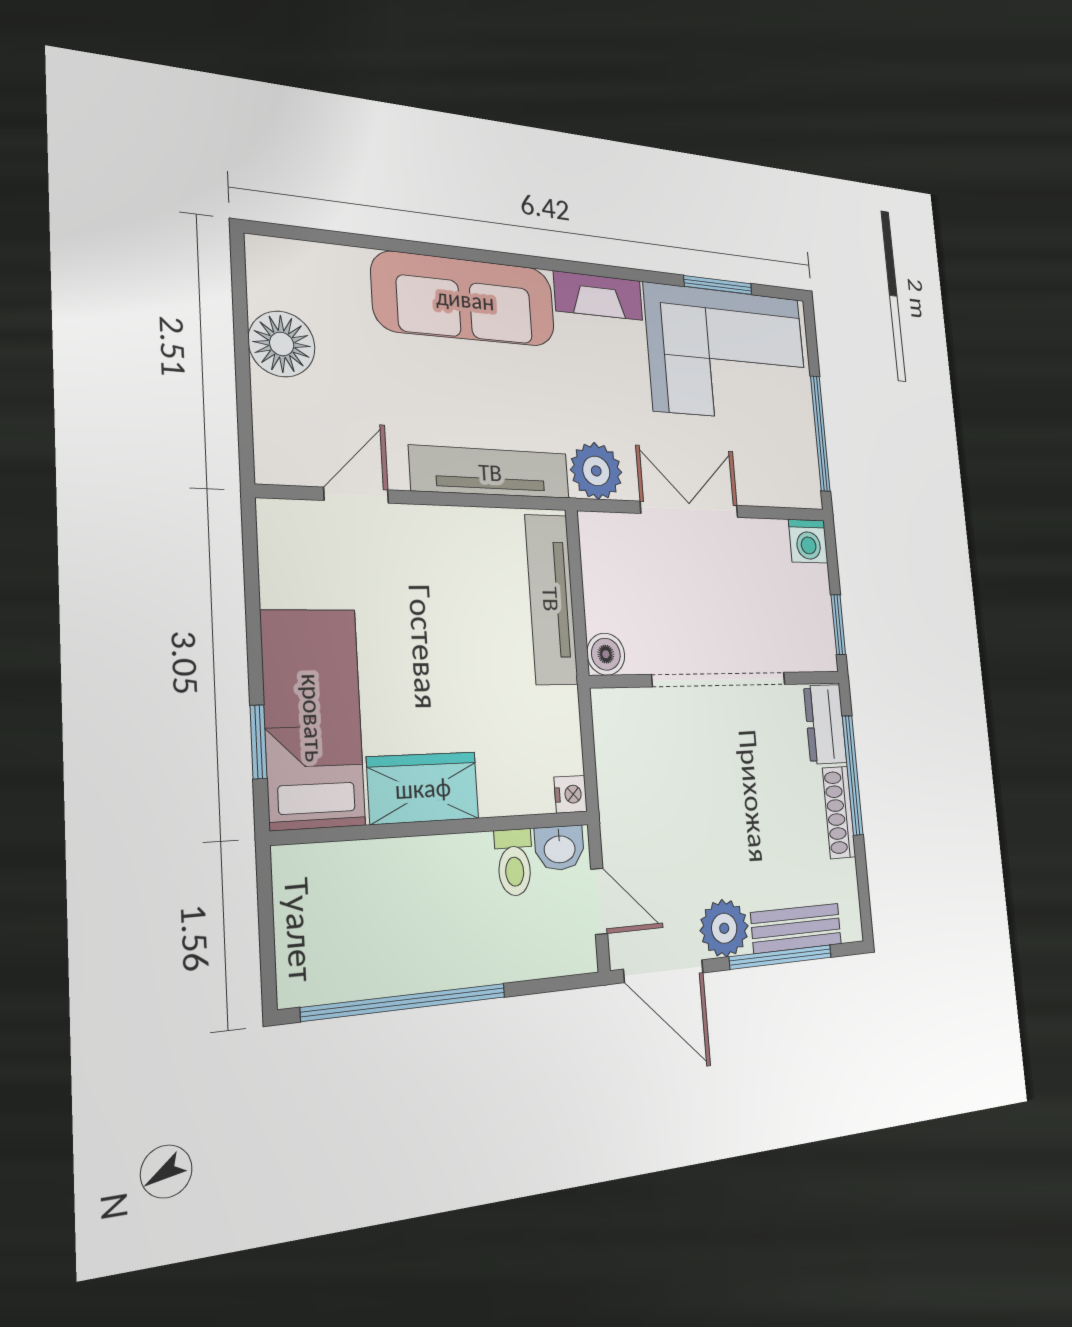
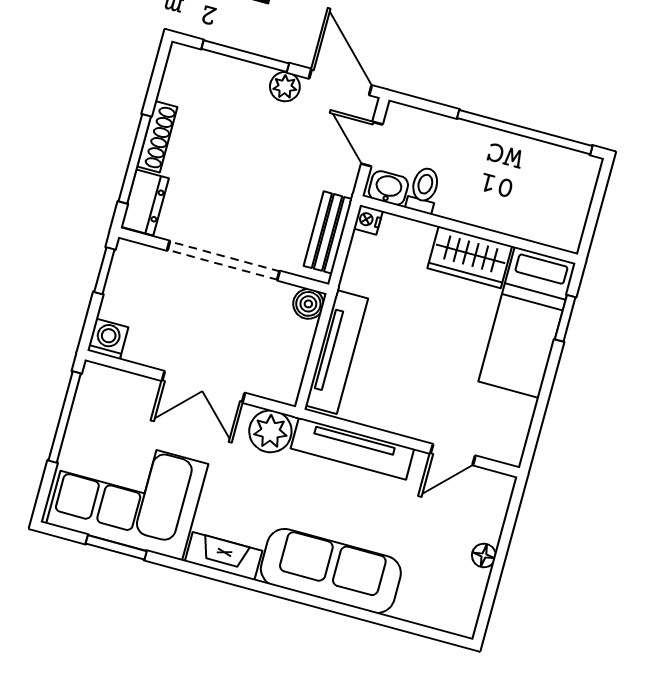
floor lamp: (282, 344) -> (484, 555), width x0.53, depth x0.53
plant: (724, 928) -> (285, 87), width x0.73, depth x0.73
bench: (796, 928) -> (328, 232), moved, turned 90

